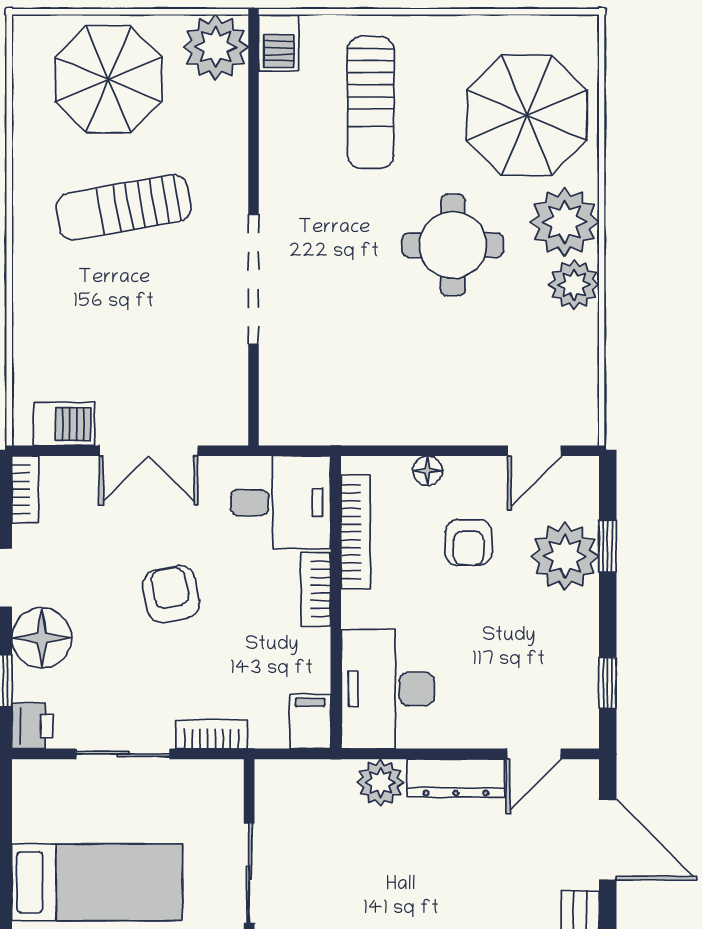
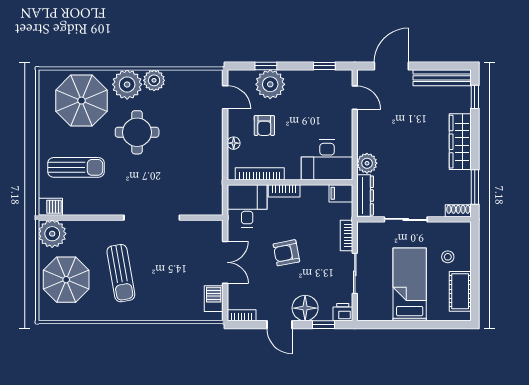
armchair: (469, 543) -> (264, 126), turned 90
dresser: (456, 778) -> (365, 196), moved

